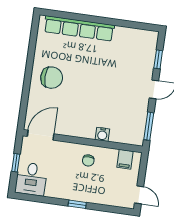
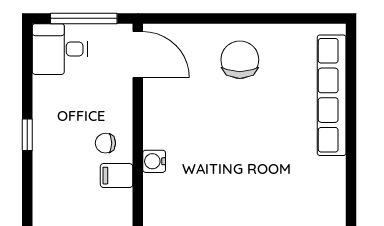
chair: (52, 78) -> (240, 60), turned 180
filing cabinet: (125, 159) -> (117, 176), moved
window: (16, 163) -> (84, 18), width x2.17

